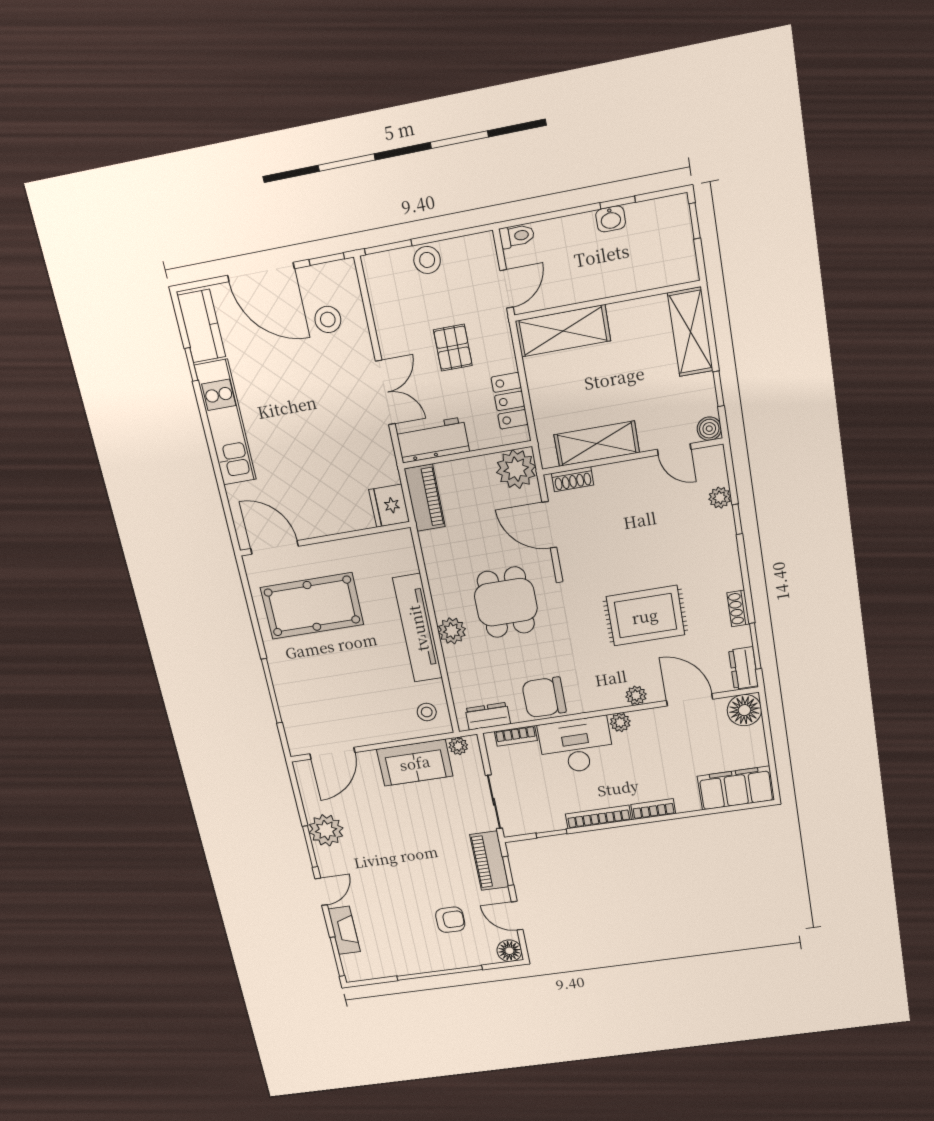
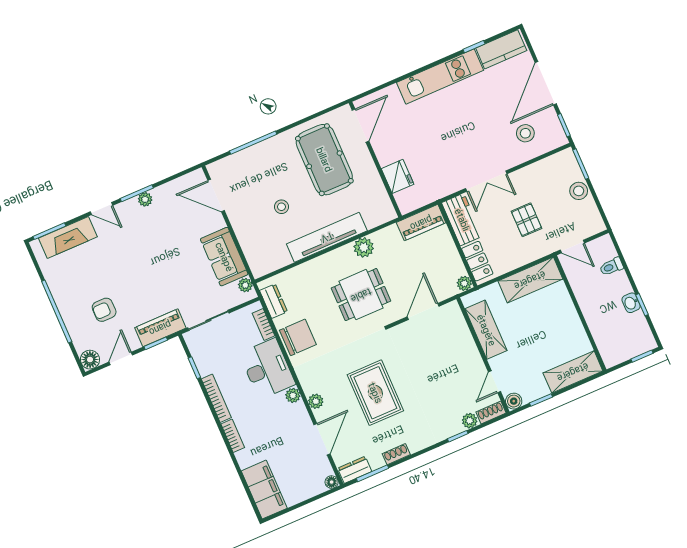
toilet: (517, 236) -> (611, 267), moved, turned 90
shelving: (563, 331) -> (530, 280), moved, turned 90
pallet: (453, 348) -> (527, 220), turned 90
locker: (510, 401) -> (477, 261), moved, turned 90
plant: (516, 469) -> (464, 283), width x0.53, depth x0.53
shoe rack: (573, 479) -> (491, 412), moved, turned 90
fridge: (389, 506) -> (398, 176), moved, turned 90
plant: (452, 631) -> (364, 247), moved
chair: (544, 697) -> (298, 337), turned 90
floor lamp: (744, 710) -> (332, 482), width x0.53, depth x0.53
stool: (427, 712) -> (281, 207), moved
plant: (326, 830) -> (145, 199), width x0.53, depth x0.53
armchair: (450, 920) -> (104, 310), turned 90
fireplace: (344, 930) -> (68, 237), width x1.37, depth x1.32

